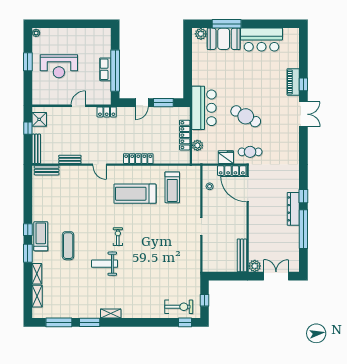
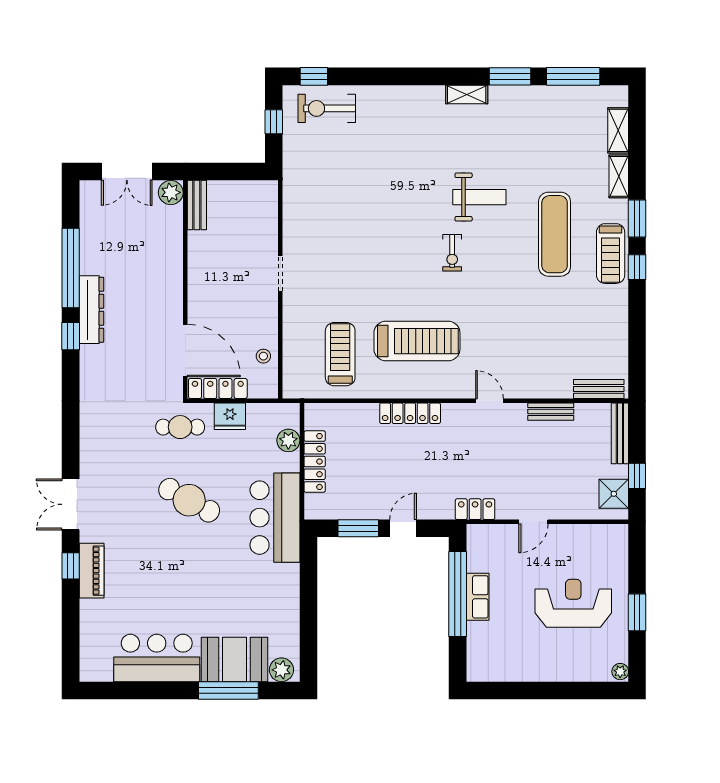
exercise mat: (68, 246) -> (555, 234), width x1.36, depth x1.45
bench: (242, 255) -> (197, 205), width x0.73

